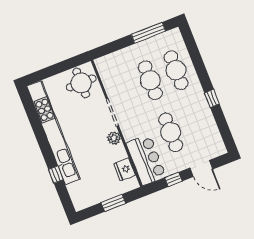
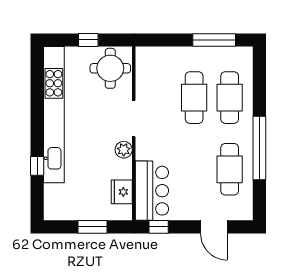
window: (57, 69) -> (88, 40), added
window: (212, 98) -> (259, 148), width x3.17
cafe table: (171, 132) -> (230, 169), moved
window: (173, 179) -> (159, 227), moved

